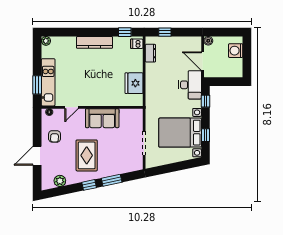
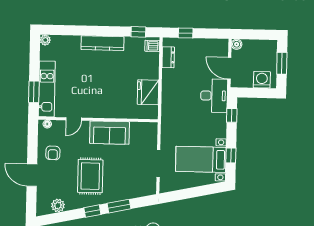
washing machine: (236, 51) -> (262, 80), moved, turned 90
window: (247, 56) -> (282, 63), added
bed with nightstands: (180, 133) -> (201, 159), width x0.73
door: (37, 156) -> (32, 175), hinge flipped

